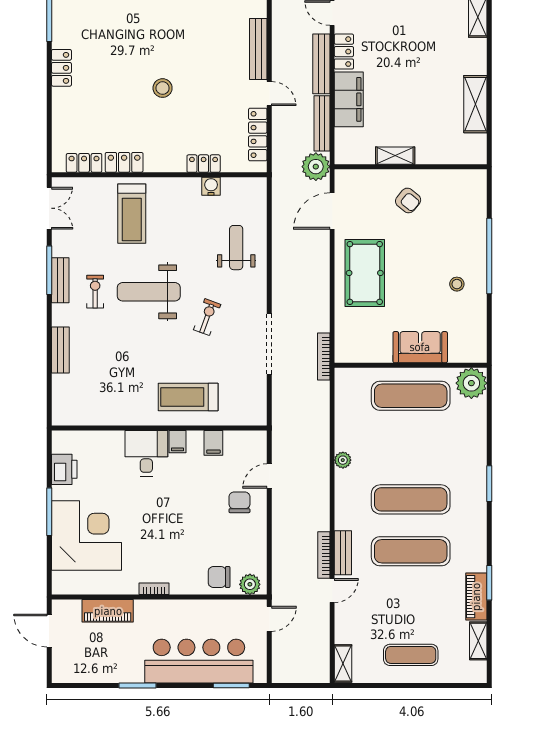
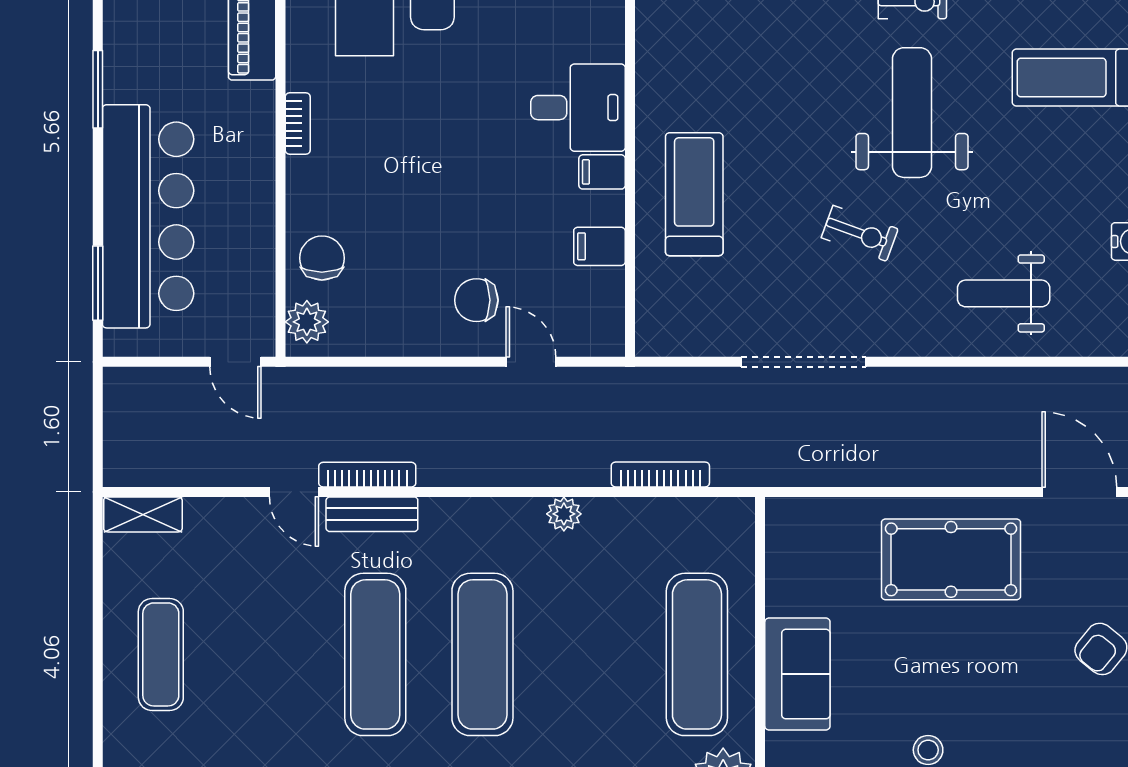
weight bench: (236, 248) -> (1004, 293), turned 180
bookcase: (324, 357) -> (660, 474), moved
chair: (239, 502) -> (476, 300), turned 180

